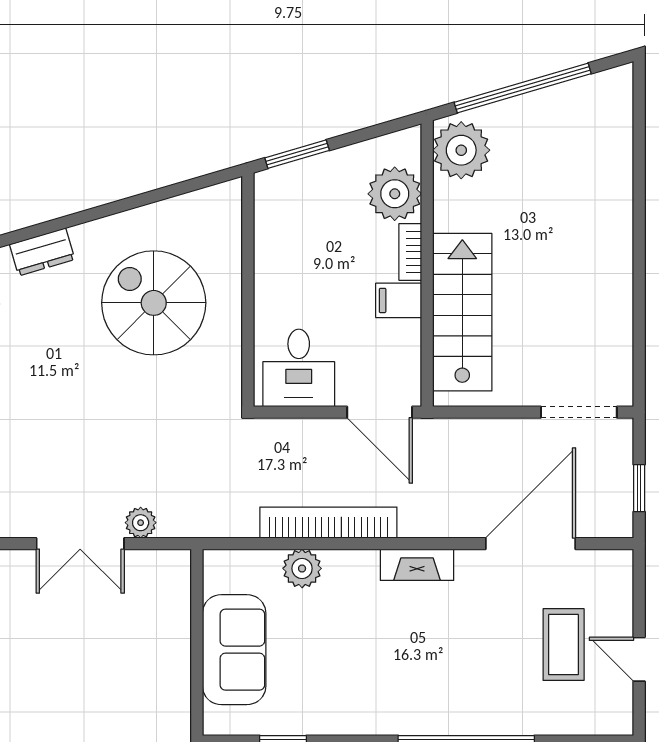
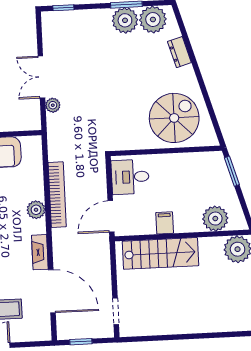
bookcase: (410, 252) -> (188, 227), removed
spiral stairs: (154, 303) -> (174, 118), moved
doorway: (579, 412) -> (116, 311), width x0.73
fireplace: (417, 565) -> (40, 252), moved
plant: (302, 568) -> (36, 210), moved

